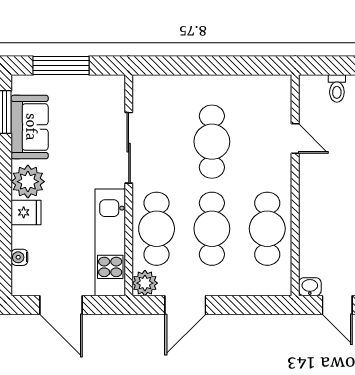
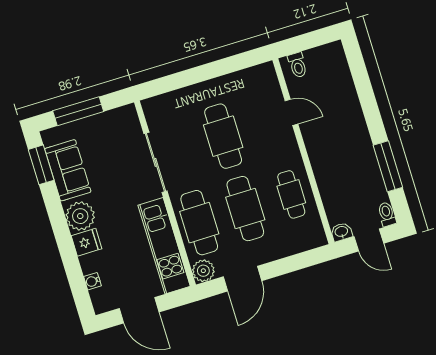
toilet: (337, 88) -> (297, 65), moved
cafe table: (267, 229) -> (291, 194), width x0.73, depth x0.74

